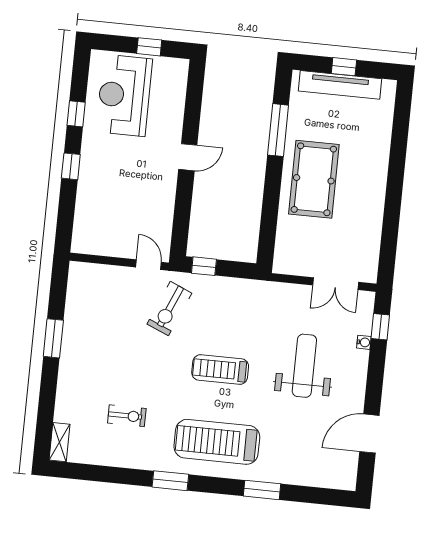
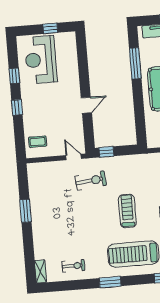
door: (188, 157) -> (86, 105), moved
coffee table: (94, 229) -> (38, 142), added
exercise bike: (169, 309) -> (91, 181), turned -119
treadmill: (220, 370) -> (127, 211), turned 90
exercise bike: (127, 416) -> (73, 266), moved

